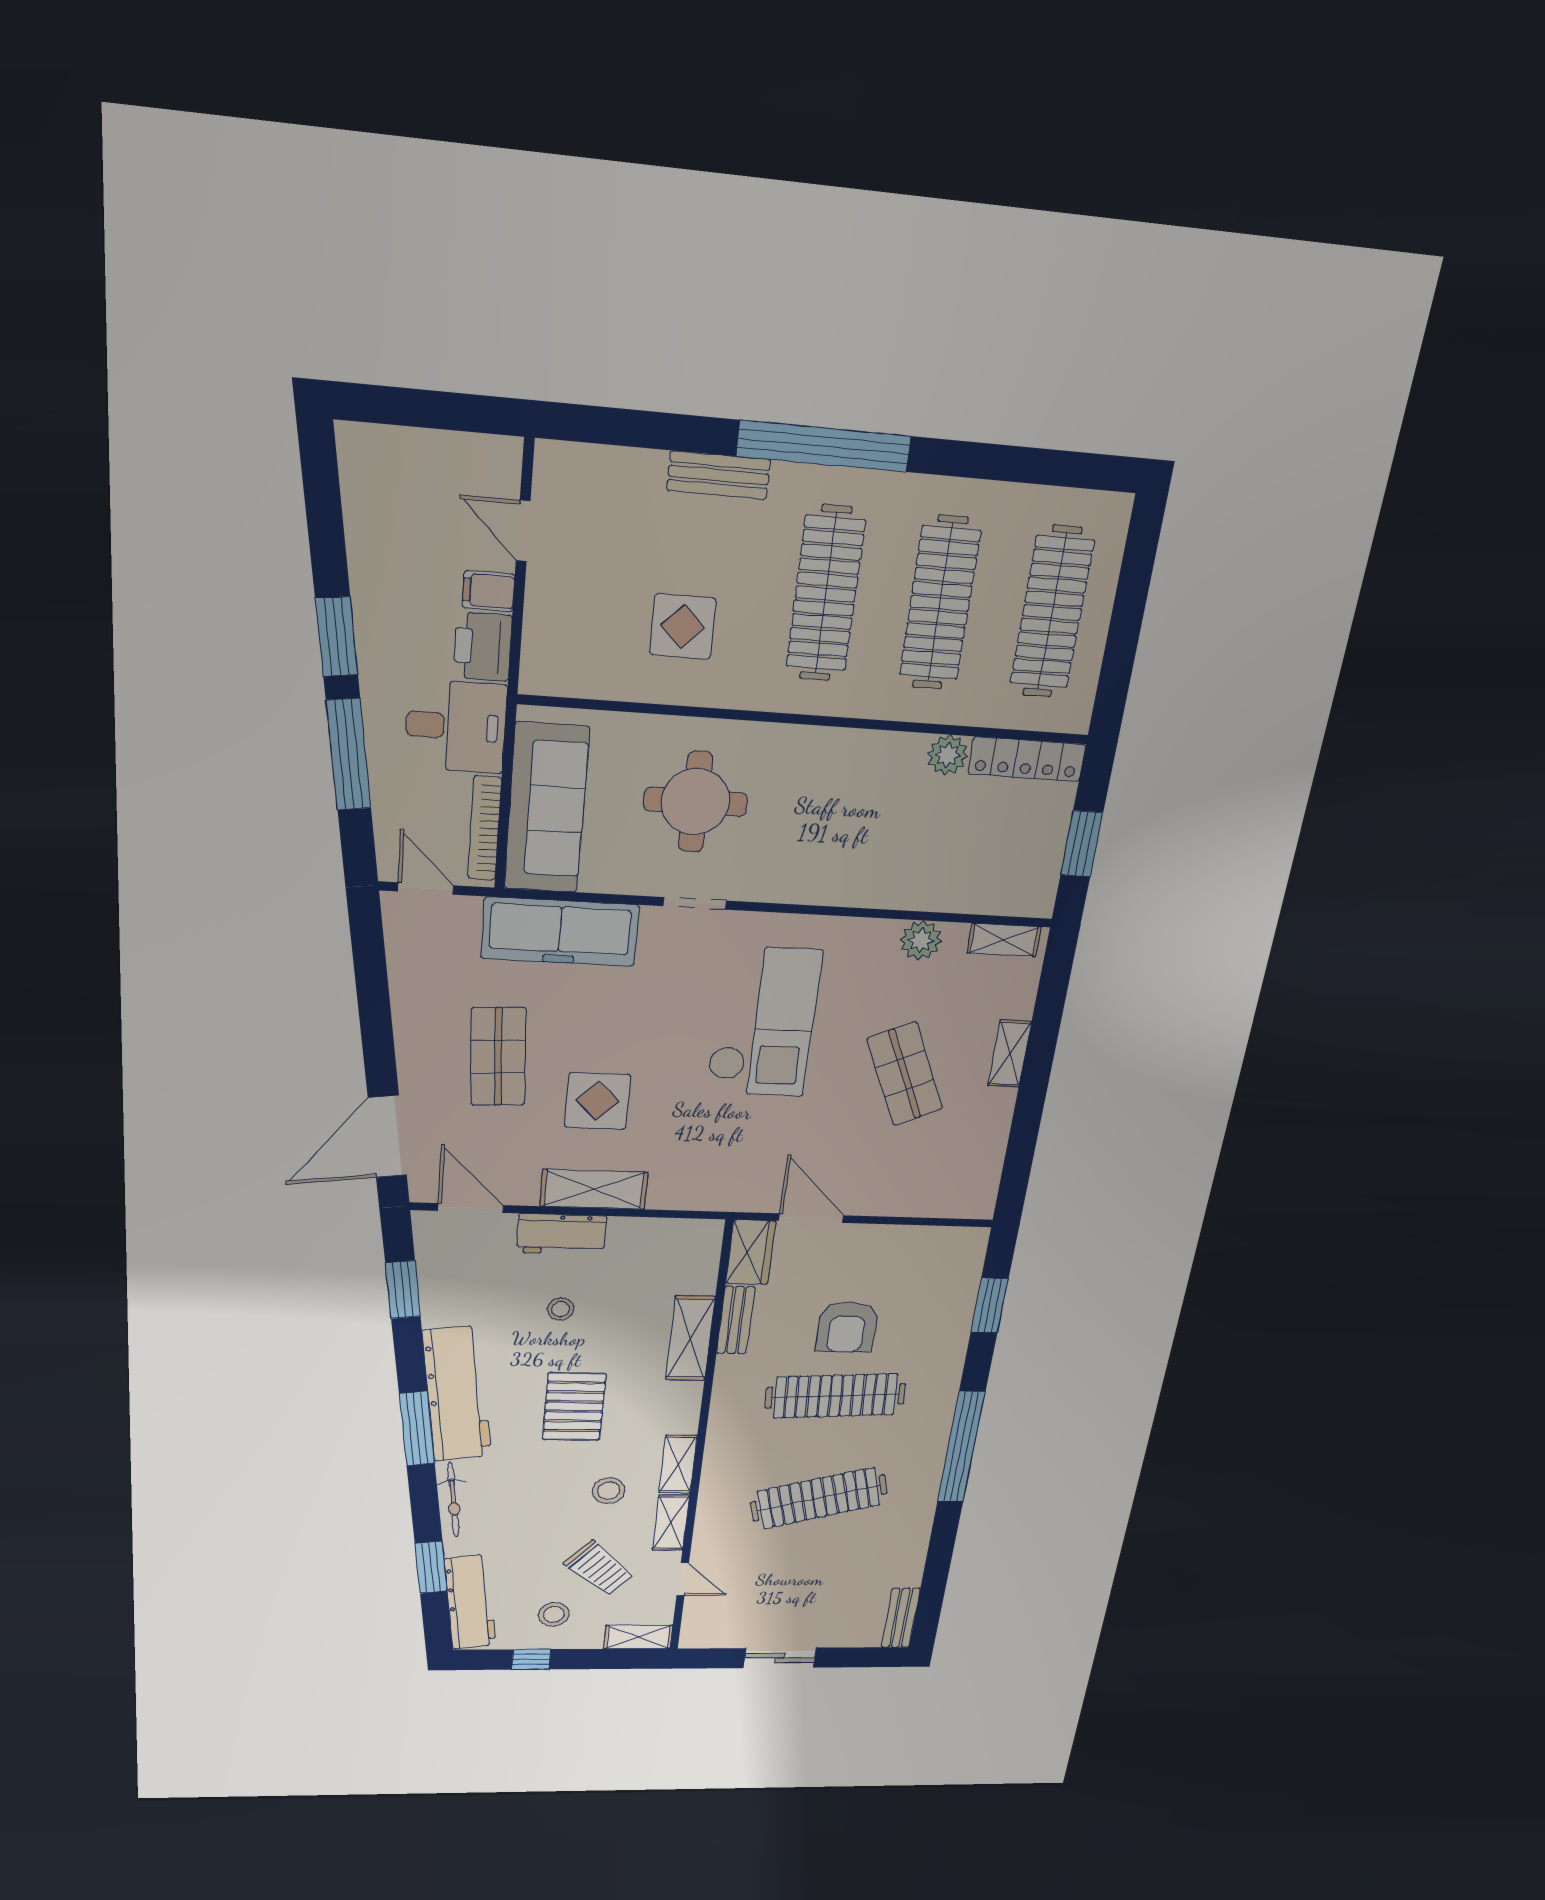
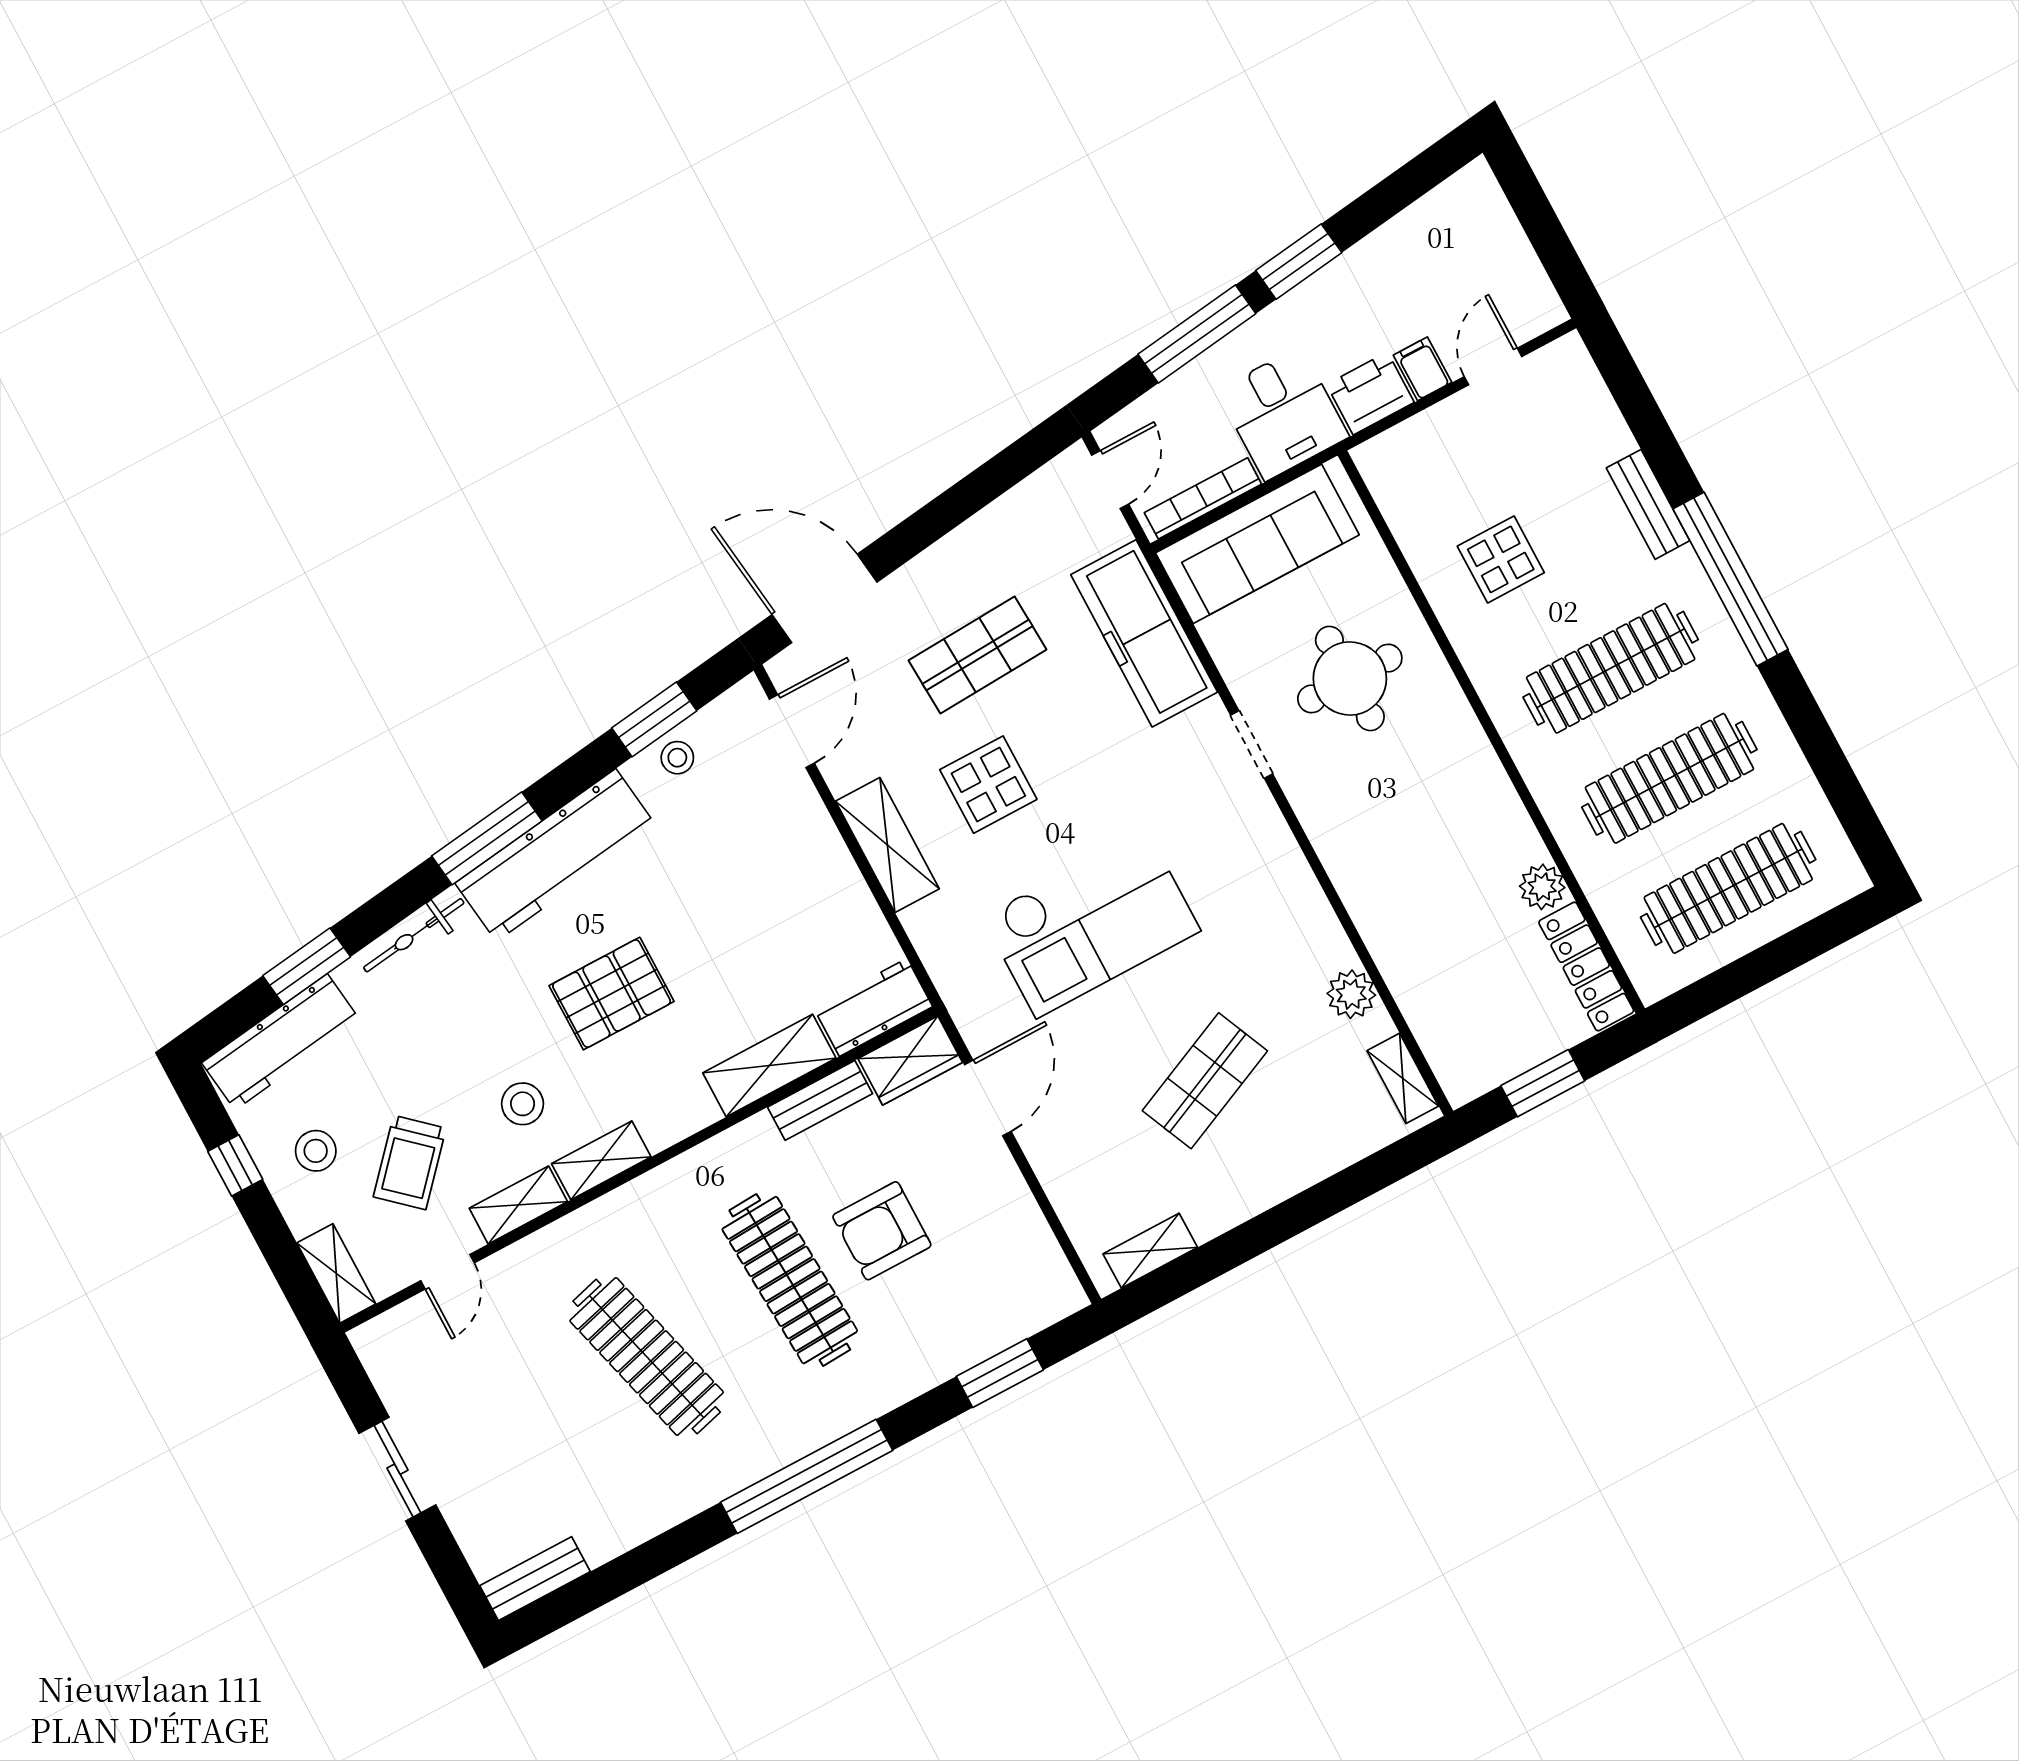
checkout: (764, 1022) -> (1091, 924), moved
shelving: (1010, 1054) -> (1150, 1251), moved
workbench: (562, 1234) -> (873, 1007), moved, turned 90
stool: (561, 1309) -> (677, 758), moved

